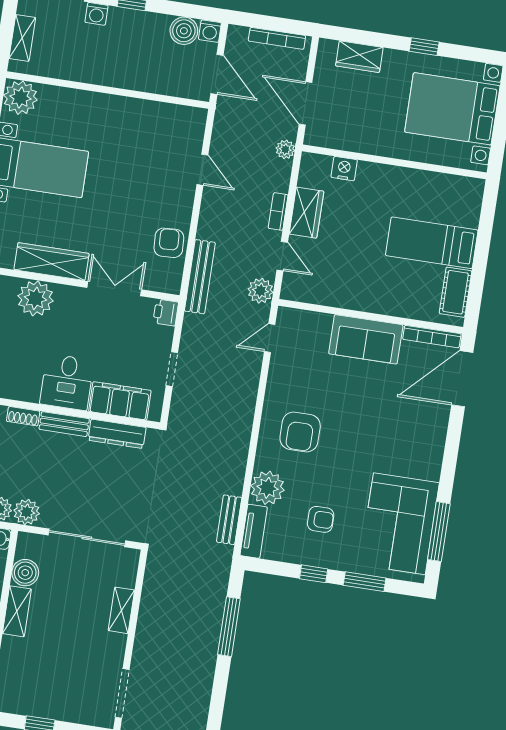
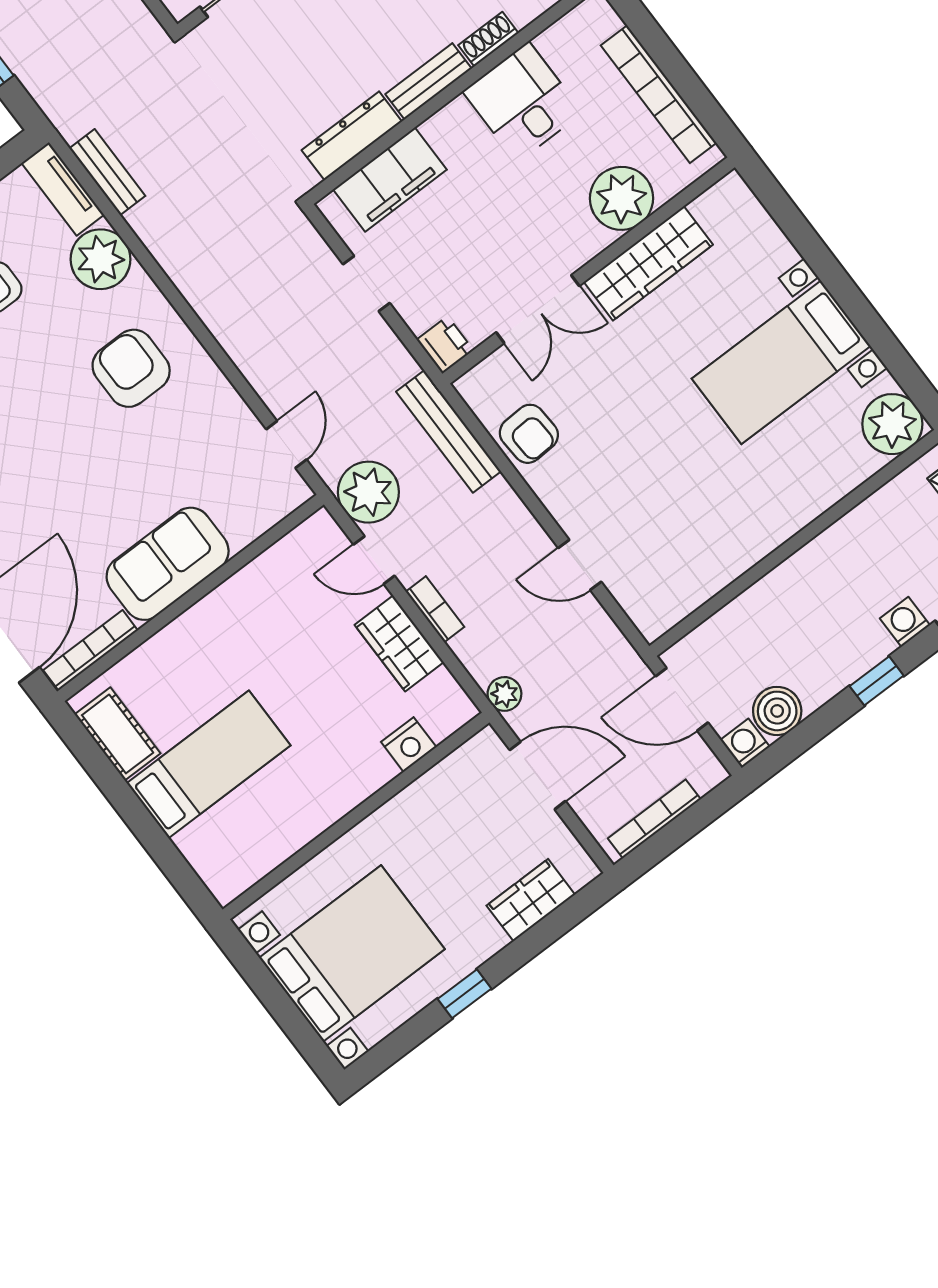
plant: (260, 291) -> (368, 492), width x1.36, depth x1.36
desk: (67, 382) -> (523, 102), moved

